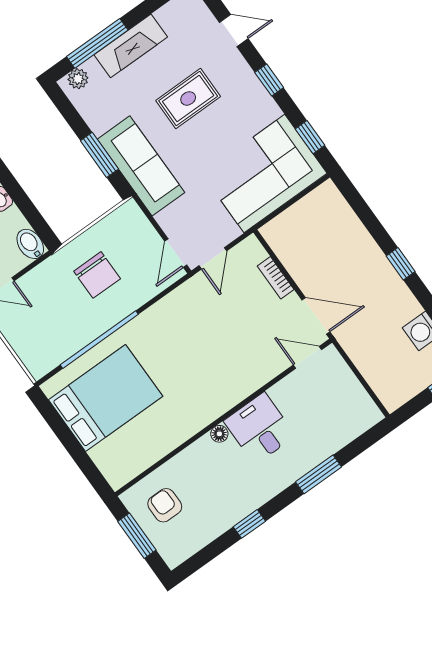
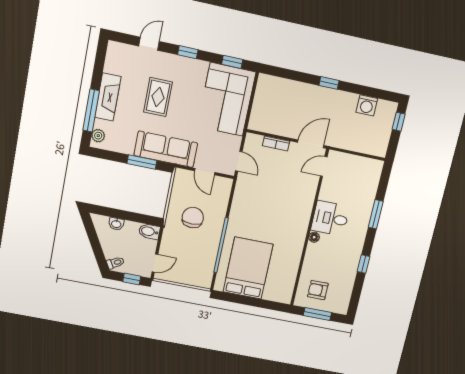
door: (176, 253) -> (205, 172), moved
chair: (97, 275) -> (193, 218), turned -90

